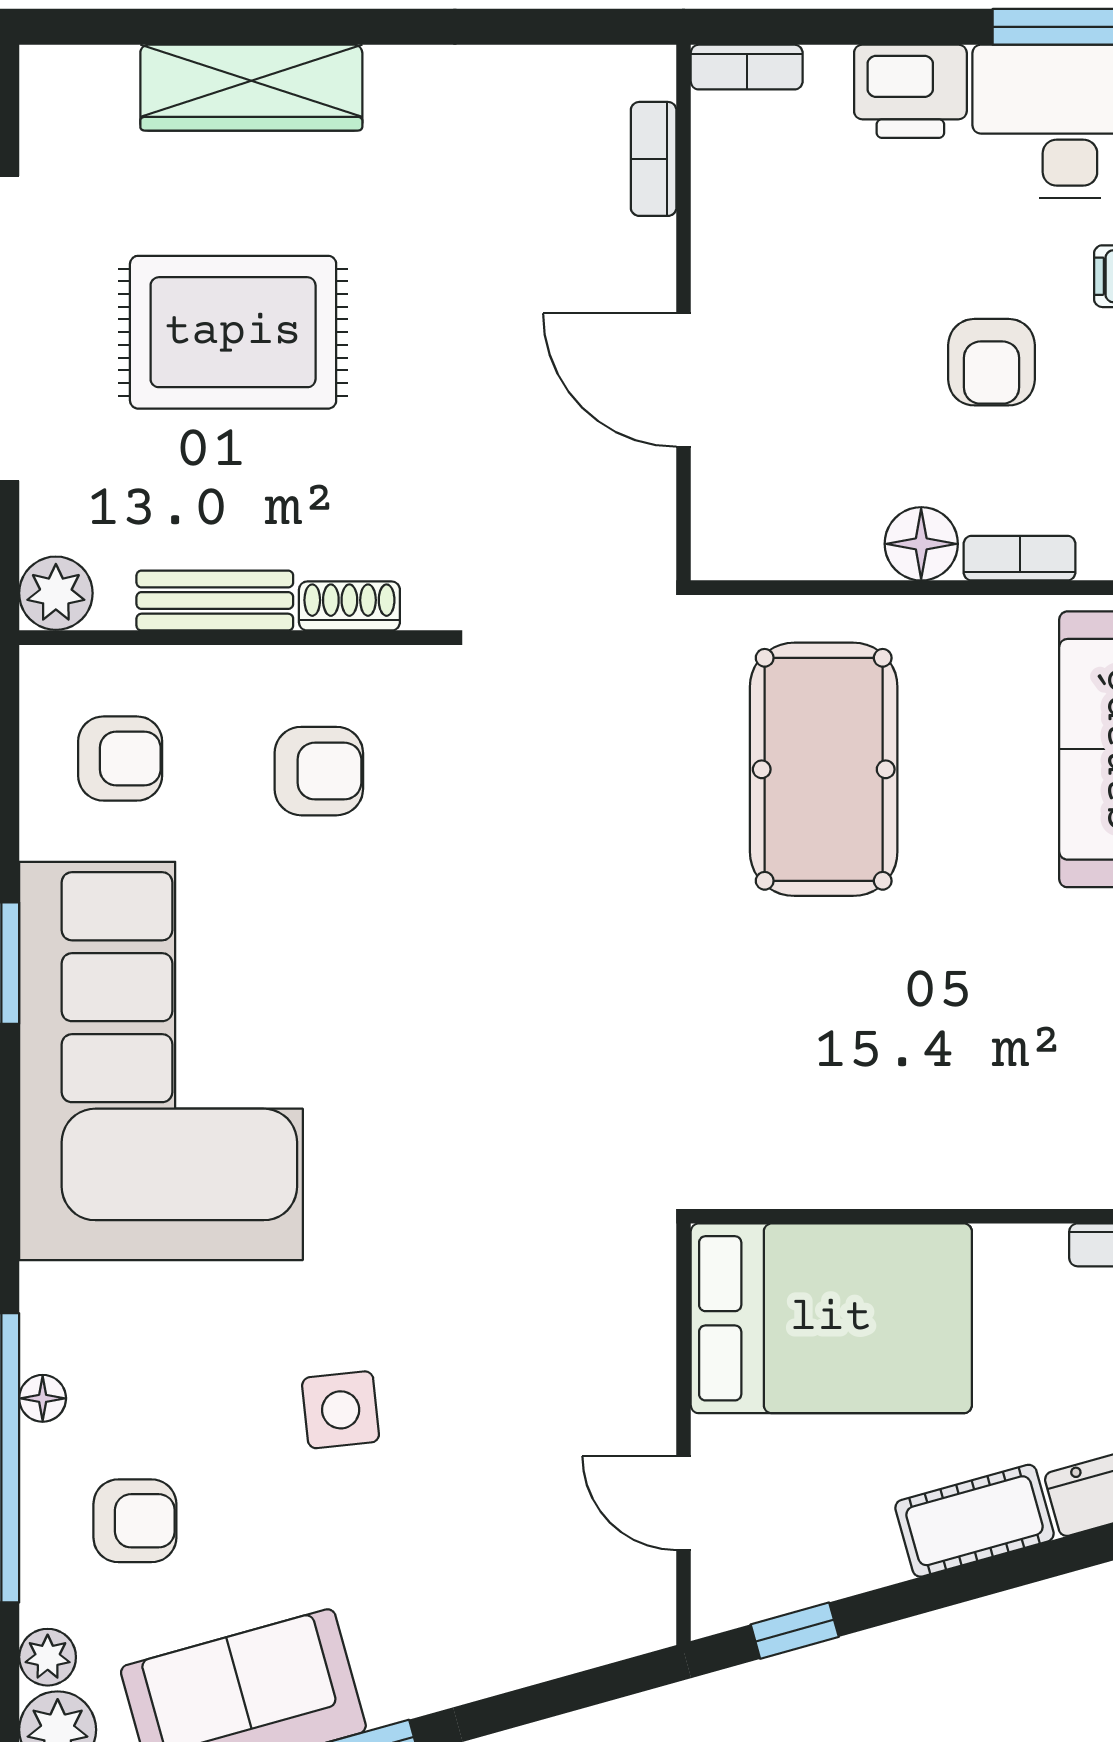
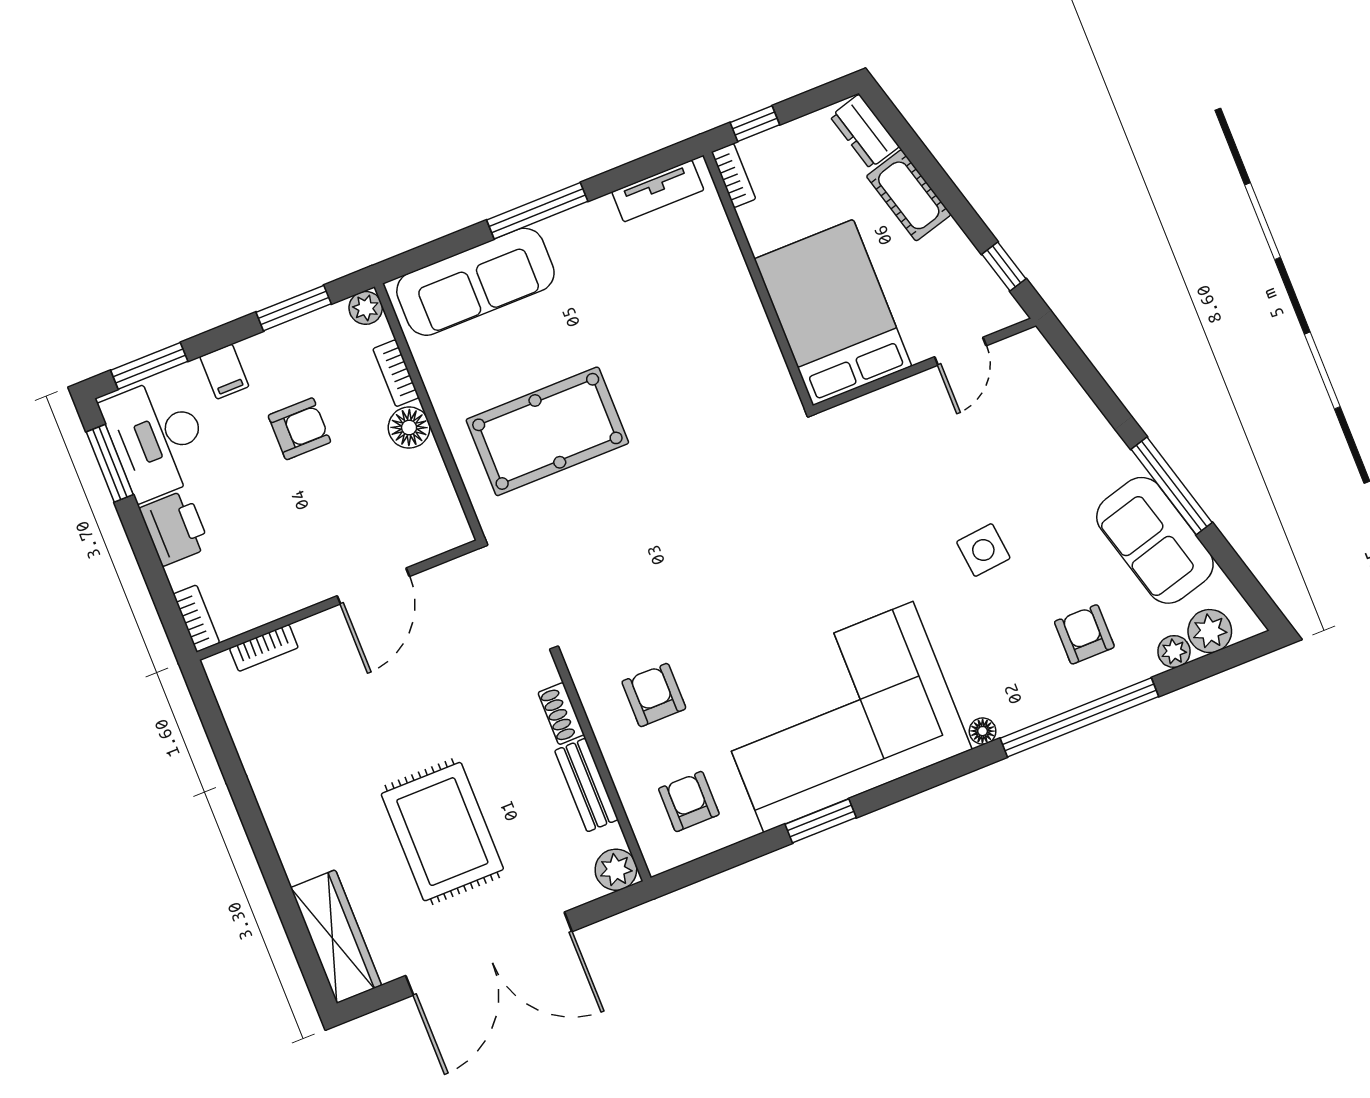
wardrobe: (251, 88) -> (336, 937), moved
floor lamp: (43, 1398) -> (983, 731), moved

